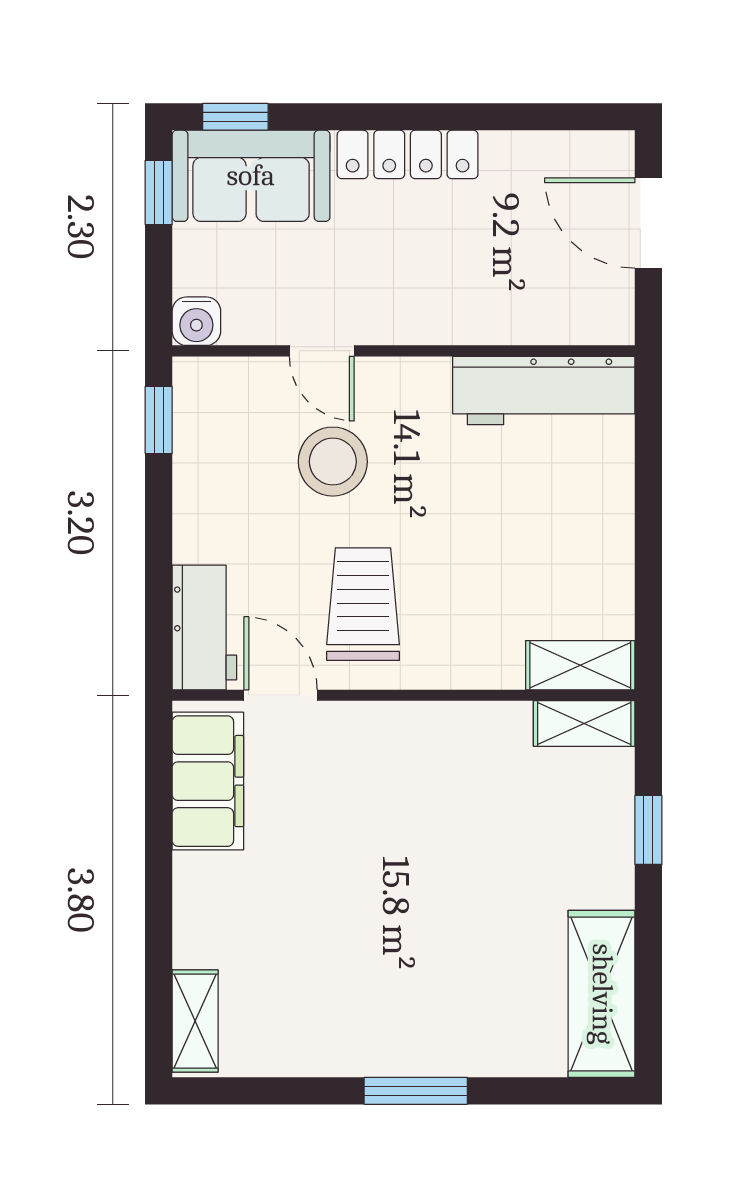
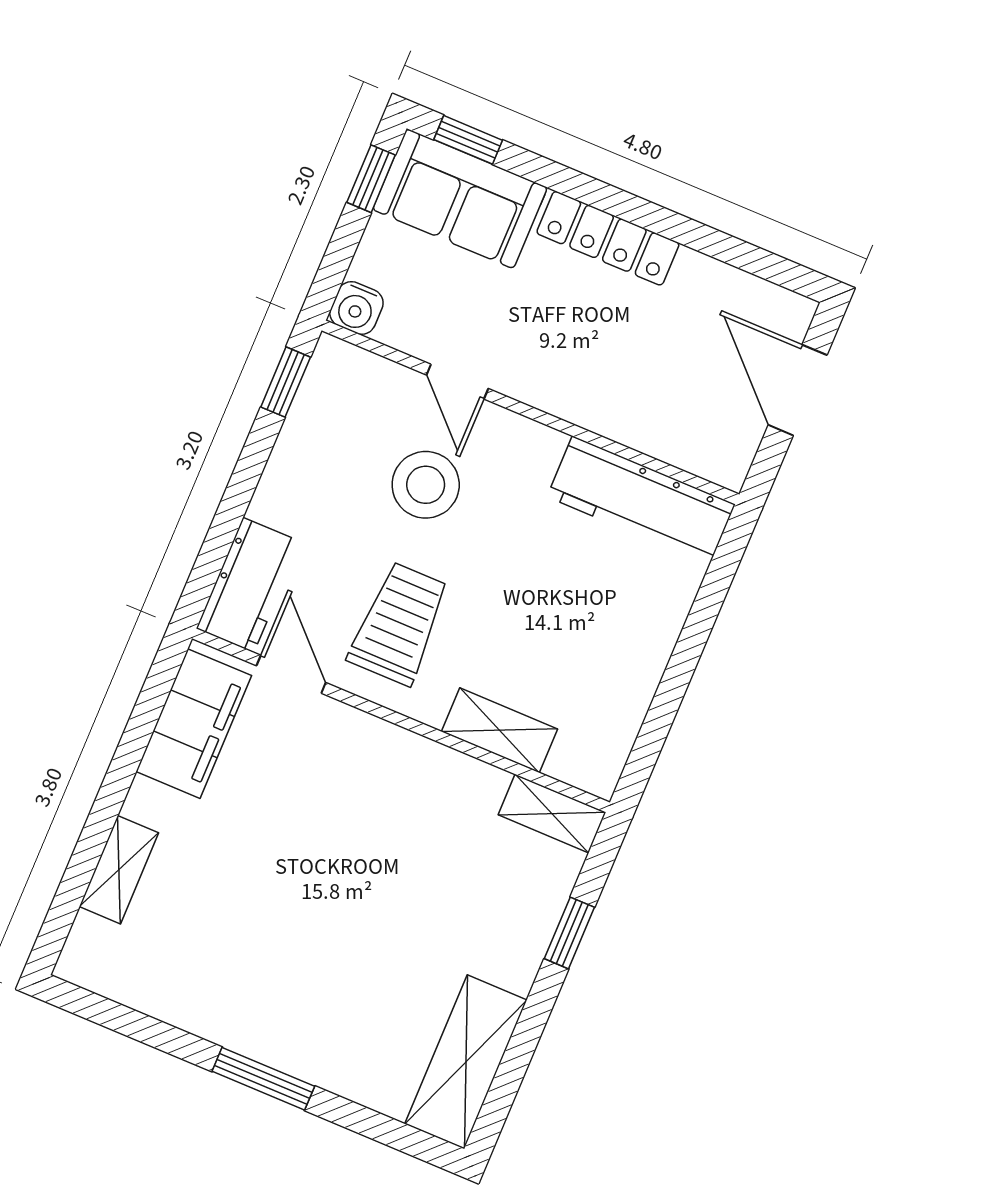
shelving: (580, 665) -> (499, 730), moved
shelving: (195, 1021) -> (119, 870), moved

